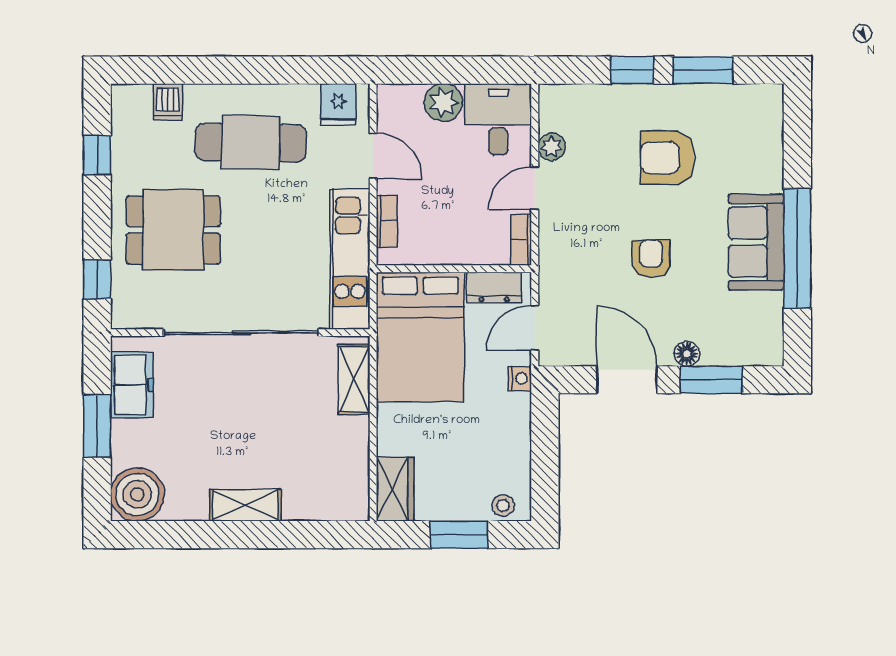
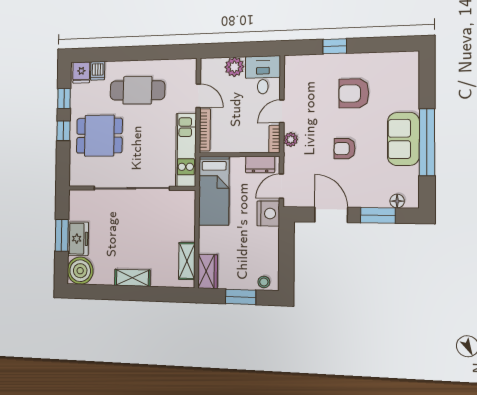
window: (703, 70) -> (374, 45), removed
fridge: (338, 104) -> (81, 73), moved
plant: (552, 147) -> (291, 140), moved
bookcase: (387, 221) -> (205, 130), width x1.56
armchair: (651, 259) -> (345, 149), turned -90
window: (97, 279) -> (63, 131), moved
bed: (420, 337) -> (214, 191), width x0.67
floor lamp: (687, 354) -> (397, 201), moved
shelving: (354, 379) -> (187, 261), moved
nightstand: (520, 379) -> (268, 214), width x1.89, depth x1.79
freezer: (132, 385) -> (78, 239), moved

